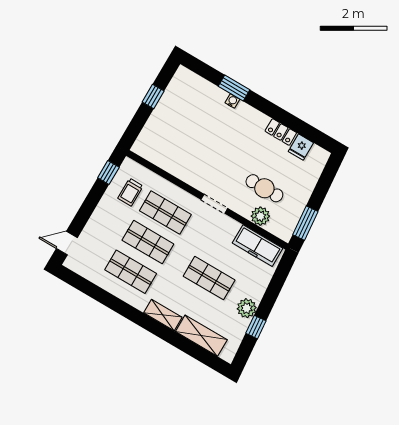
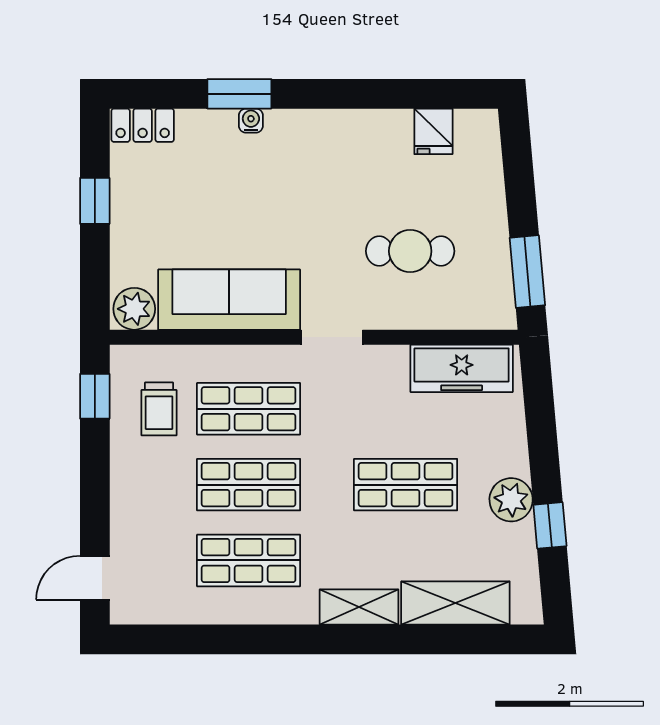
locker: (281, 132) -> (143, 125), moved
sofa: (183, 166) -> (229, 300), added
plant: (260, 216) -> (134, 309), moved

